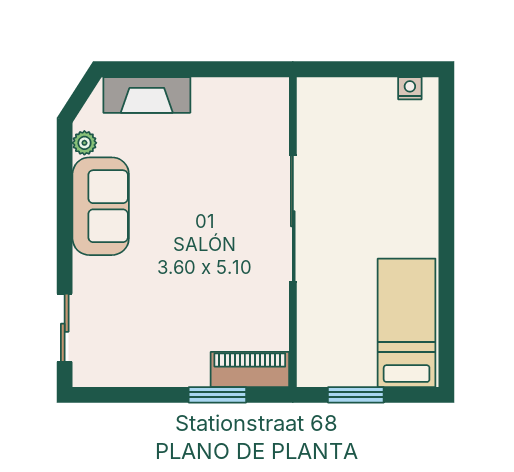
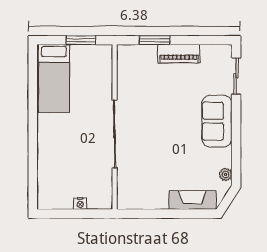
nightstand: (410, 88) -> (80, 204), moved
sofa: (101, 206) -> (217, 121), moved
piano: (250, 370) -> (179, 54), moved

